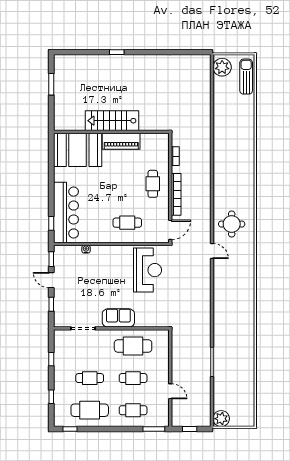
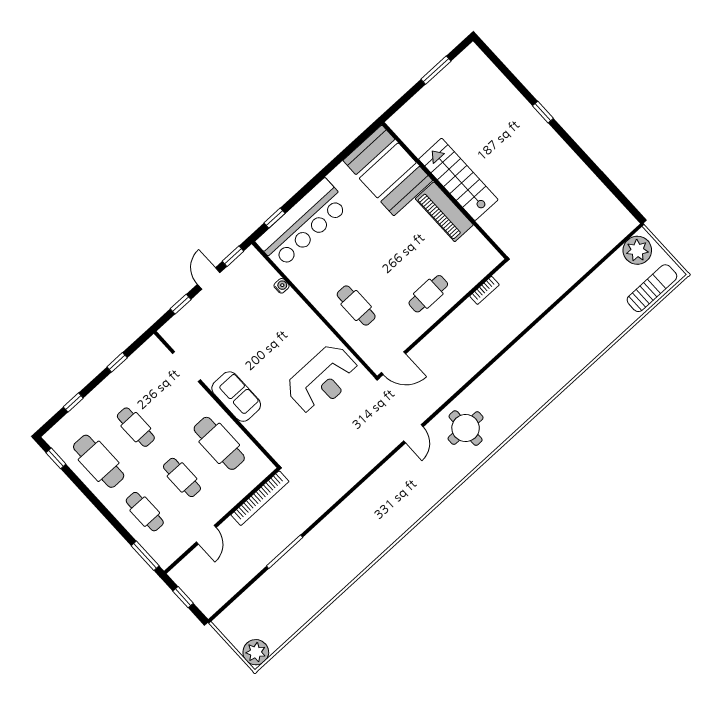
bookcase: (176, 194) -> (260, 498), moved
plant: (221, 419) -> (256, 652), moved

